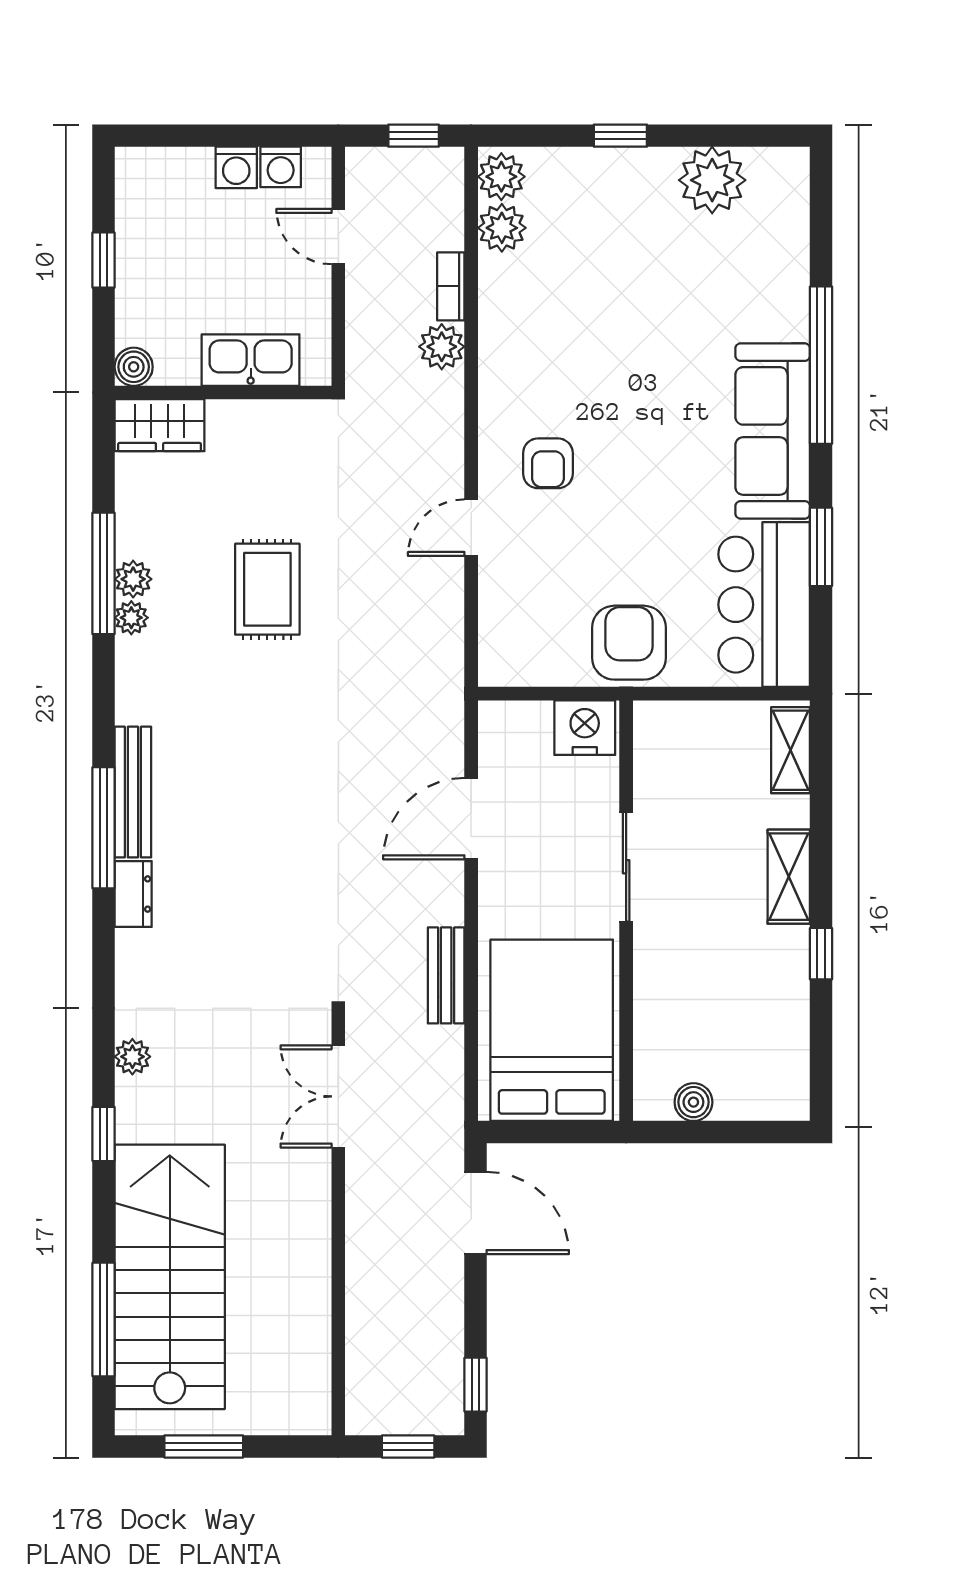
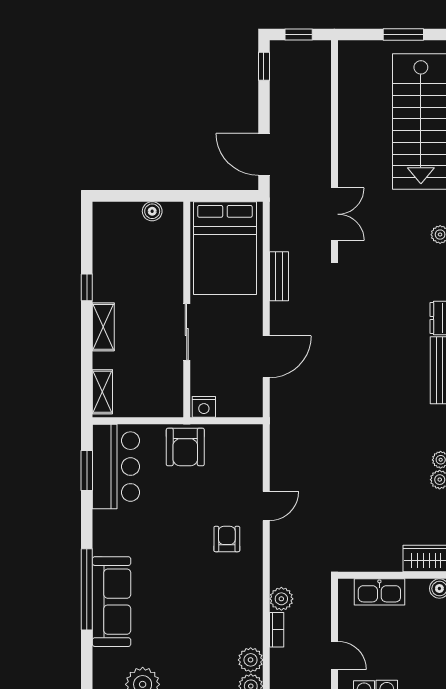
sofa: (773, 431) -> (112, 602), moved
window: (821, 547) -> (87, 470), moved
rug: (267, 589) -> (371, 474), removed
nightstand: (585, 728) -> (204, 407), width x0.74, depth x0.75

